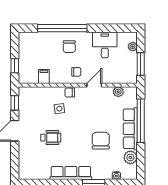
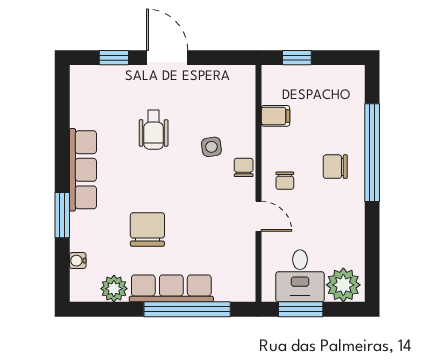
desk: (105, 45) -> (300, 276), moved, turned 90
plant: (133, 47) -> (343, 285), width x1.87, depth x1.87
plant: (118, 92) -> (245, 264), removed
window: (15, 103) -> (114, 58), moved
chair: (101, 141) -> (147, 229), turned -90

